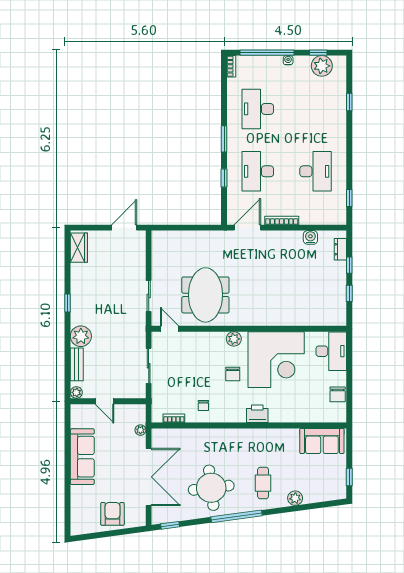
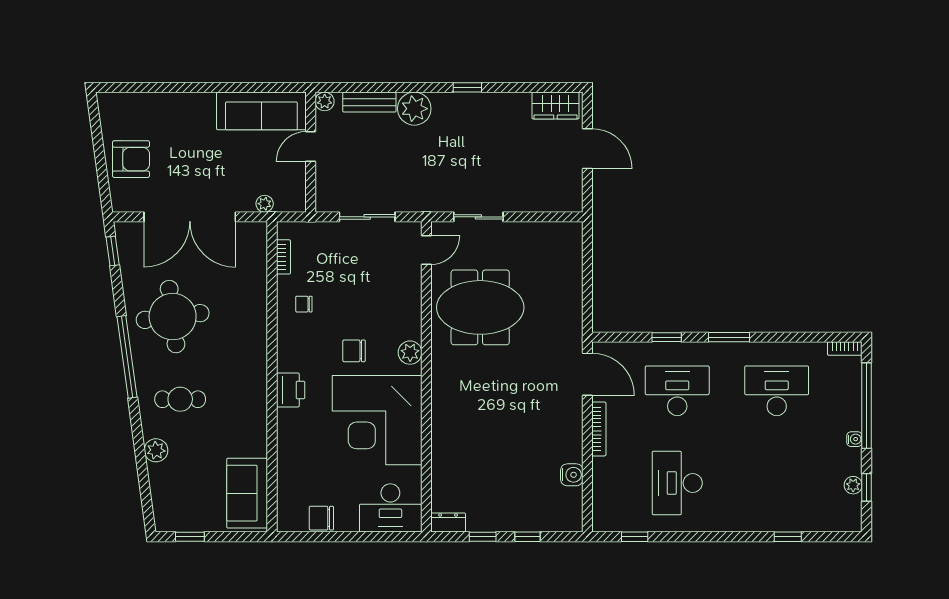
plant: (322, 66) -> (853, 485), width x0.53, depth x0.53
desk: (316, 171) -> (677, 483), turned 90
door: (124, 228) -> (587, 149), moved
dresser: (340, 249) -> (448, 523), moved
sofa: (82, 457) -> (261, 111), moved

